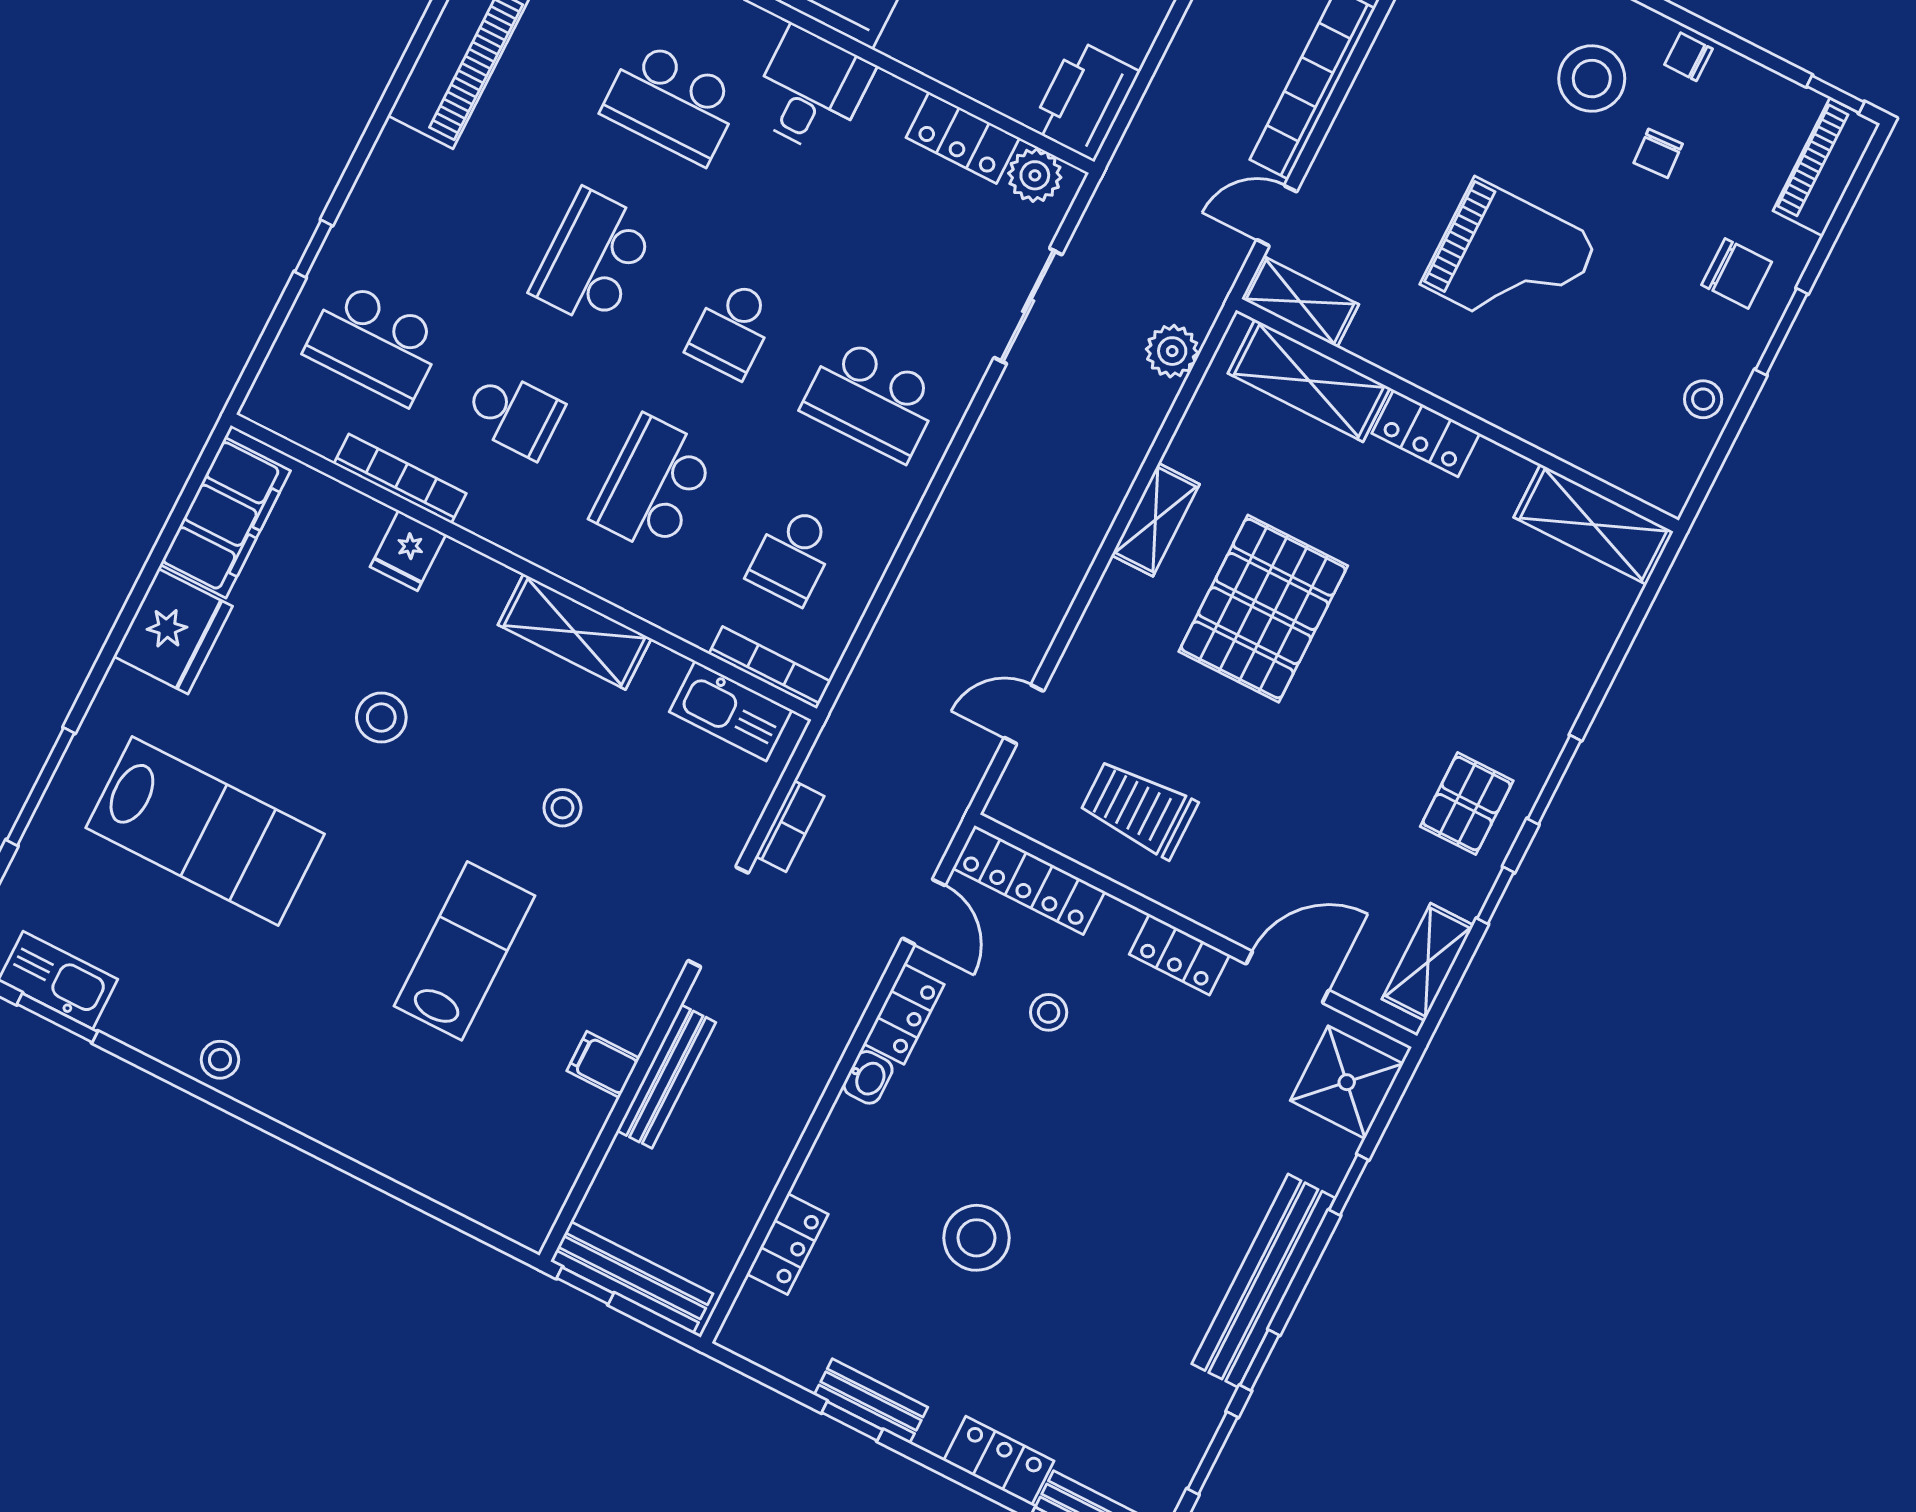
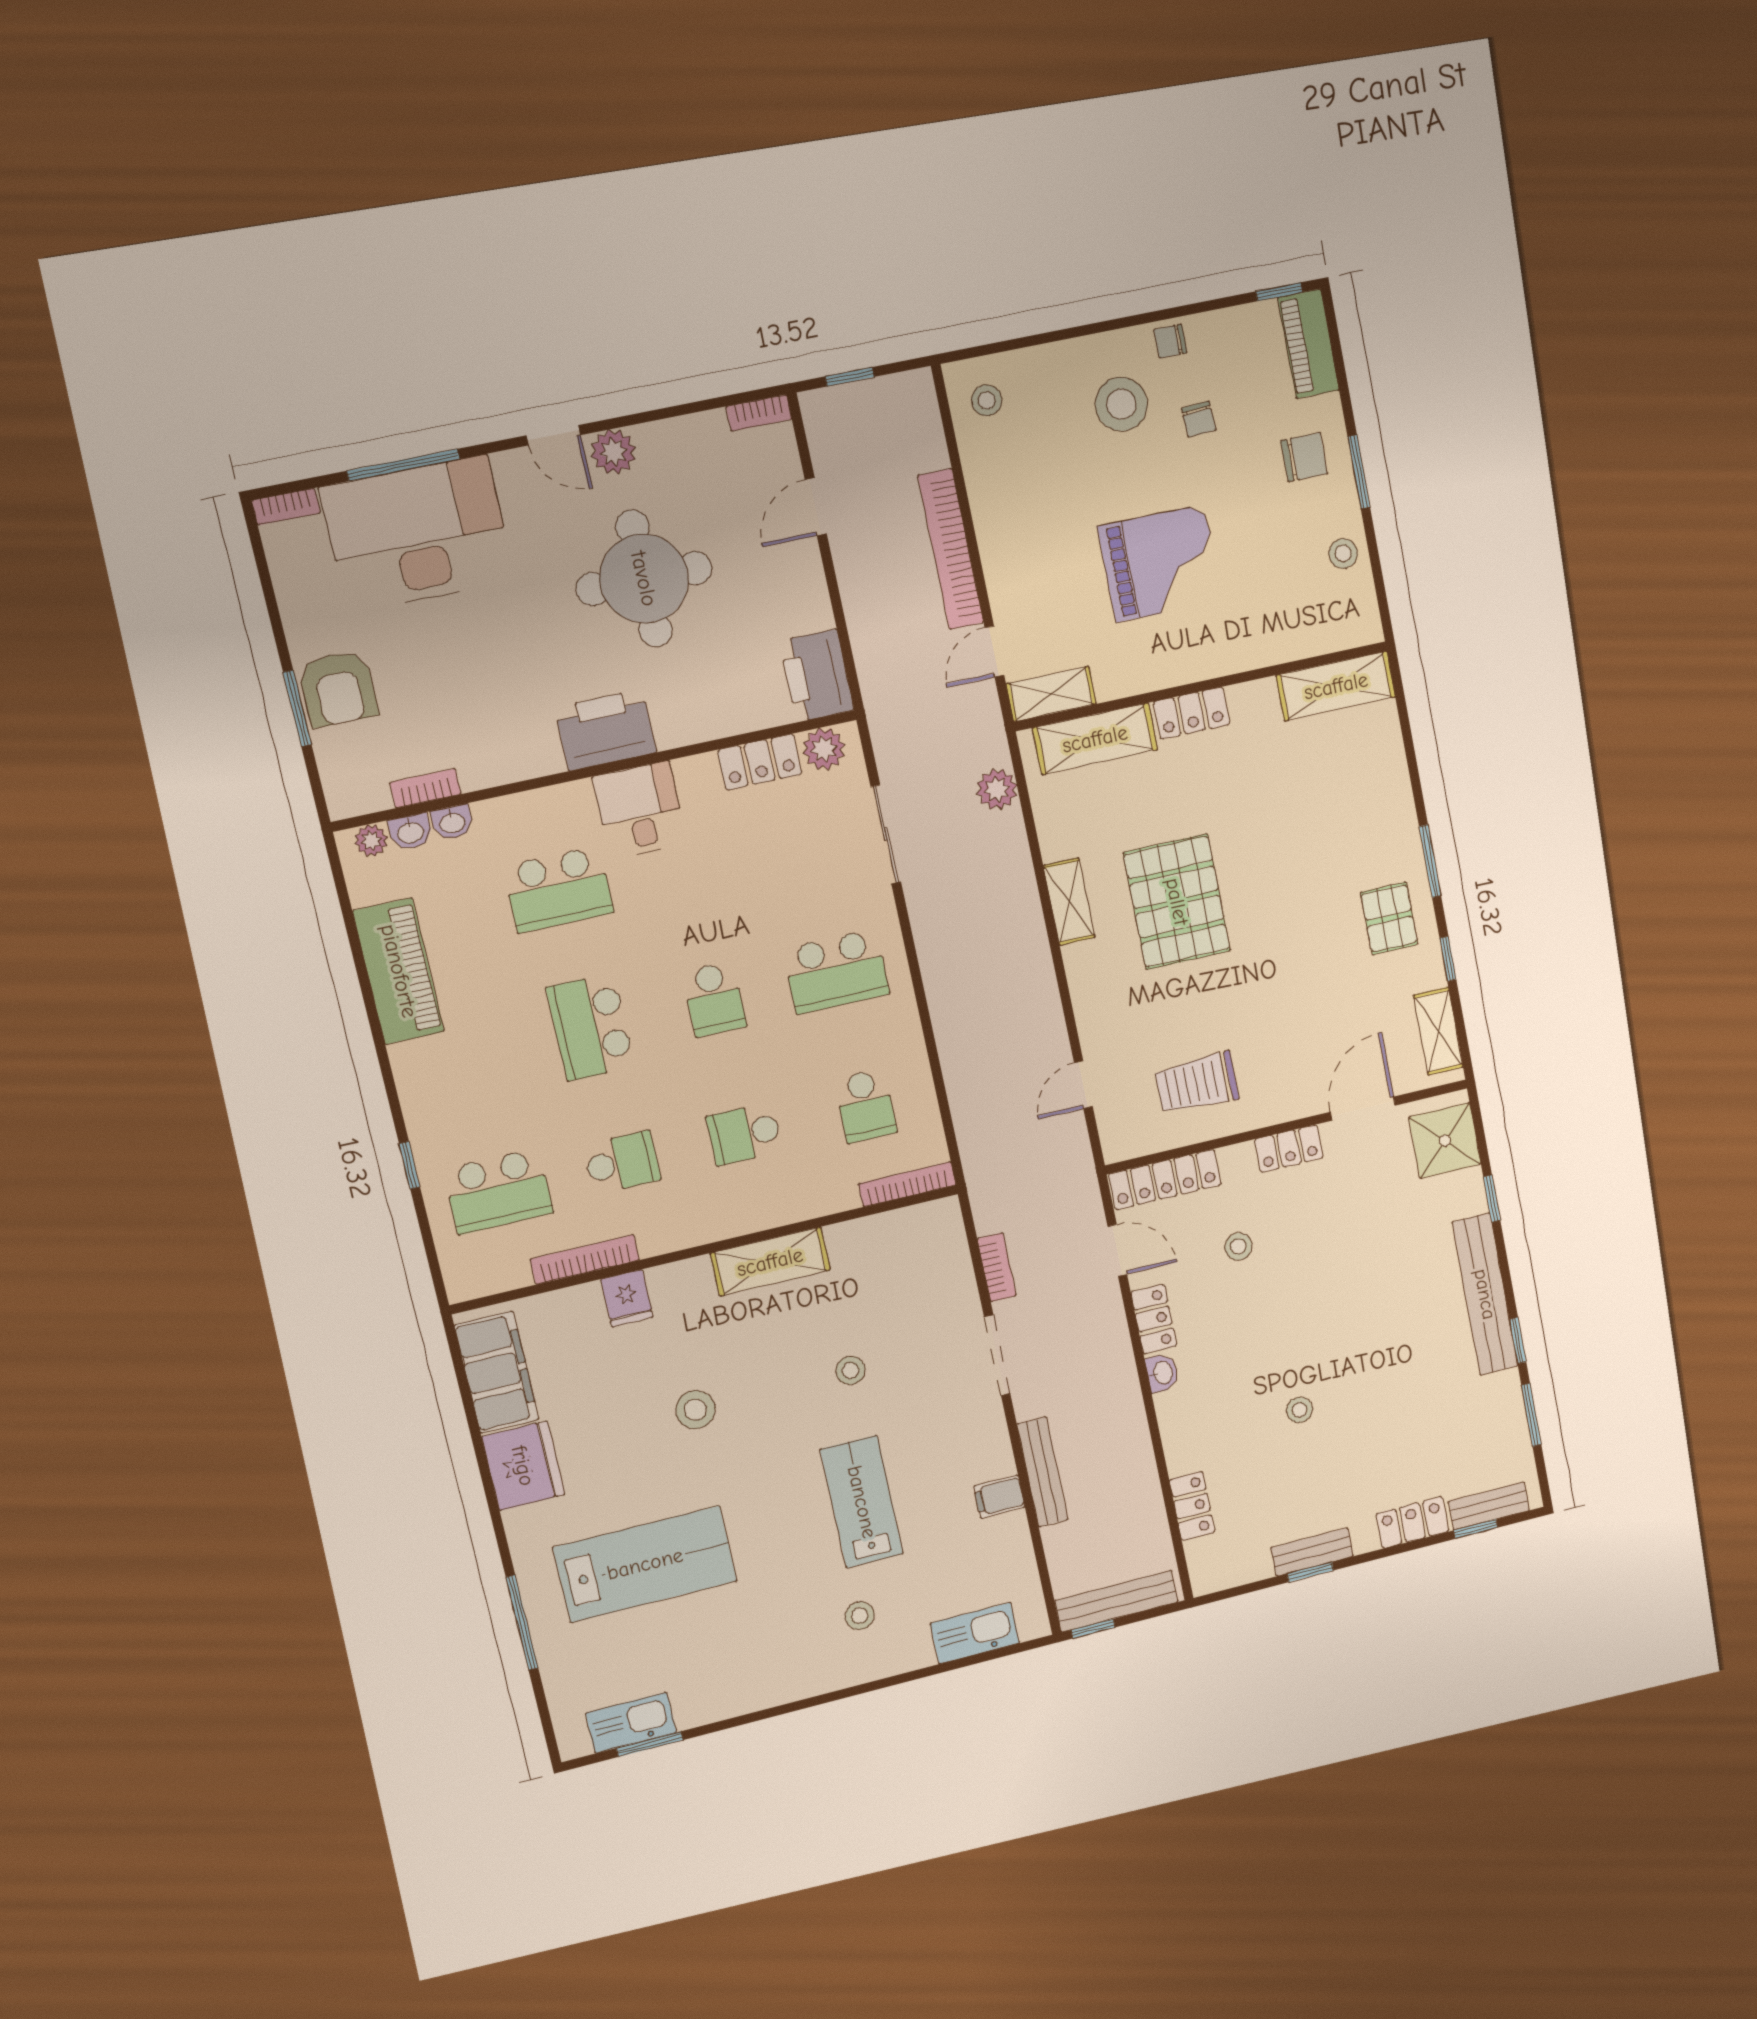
school desk: (653, 485) -> (745, 1134), width x0.54
kitchen sink: (731, 711) -> (975, 1633), moved, turned 180
stool: (220, 1060) -> (860, 1616), moved
stool: (976, 1238) -> (1300, 1410), width x0.53, depth x0.53

